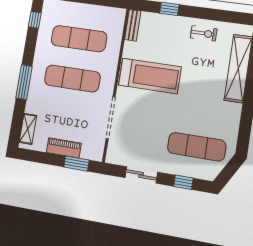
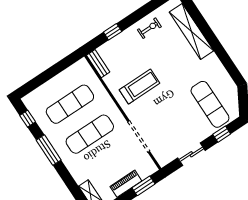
treadmill: (150, 76) -> (139, 87), width x0.73, depth x0.73
window: (24, 82) -> (49, 150), moved
exercise mat: (197, 147) -> (210, 104), turned 90

